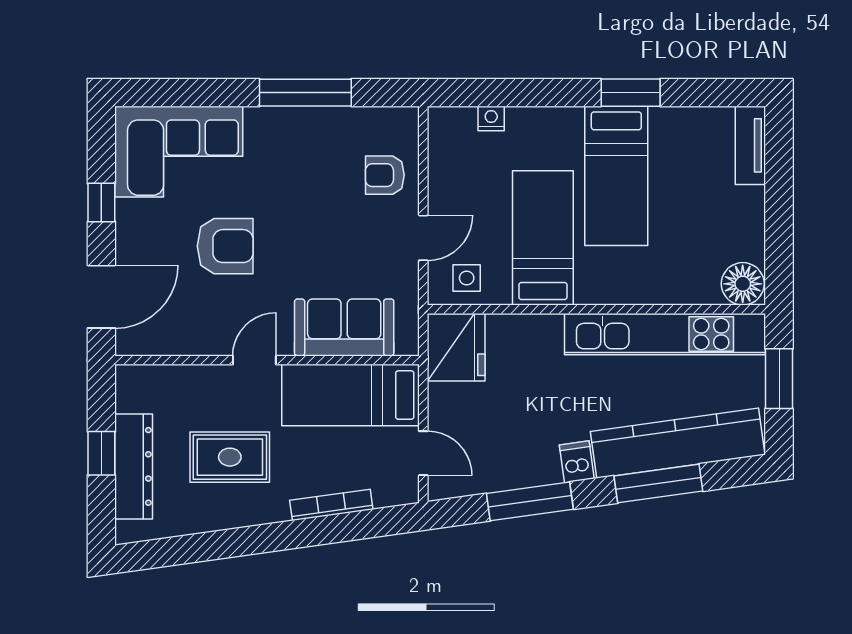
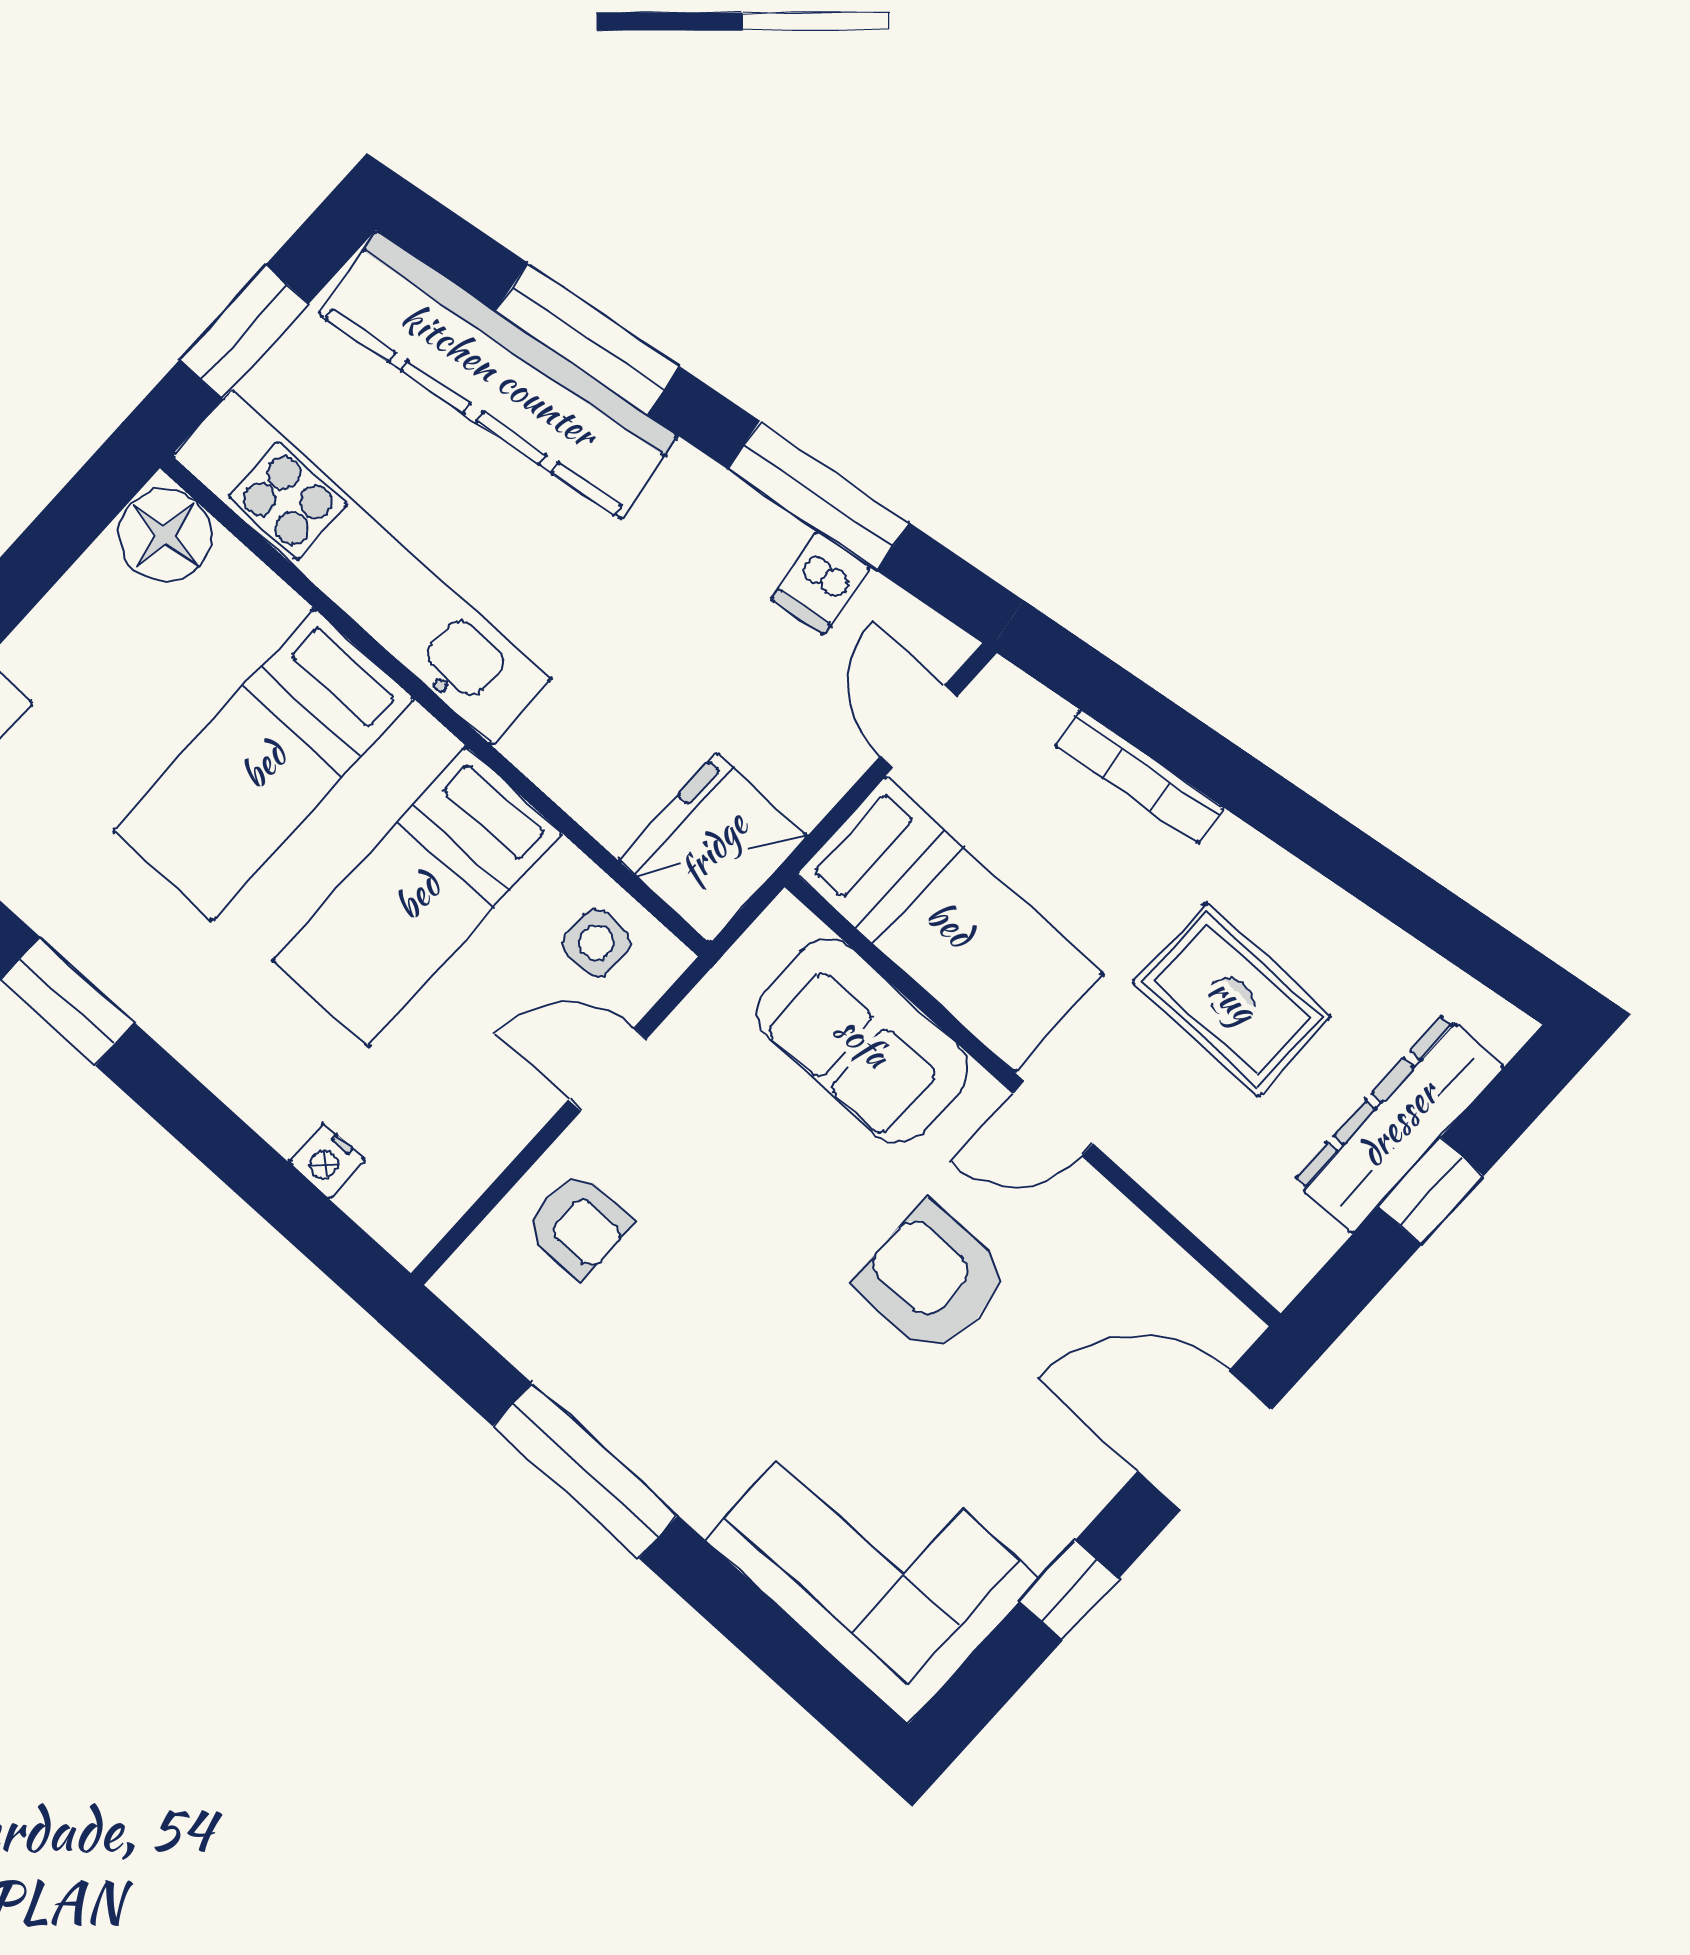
bed: (616, 176) -> (263, 765), moved, turned 180
armchair: (225, 246) -> (933, 1279), moved
dishwasher: (577, 462) -> (821, 583), moved

